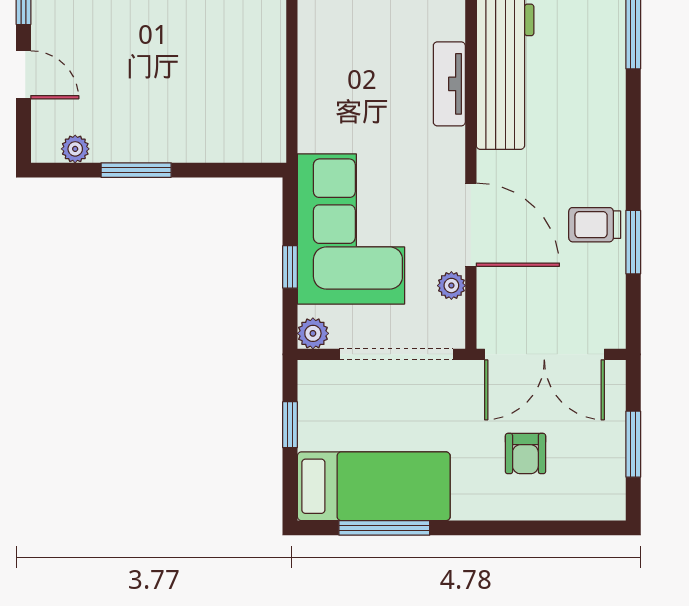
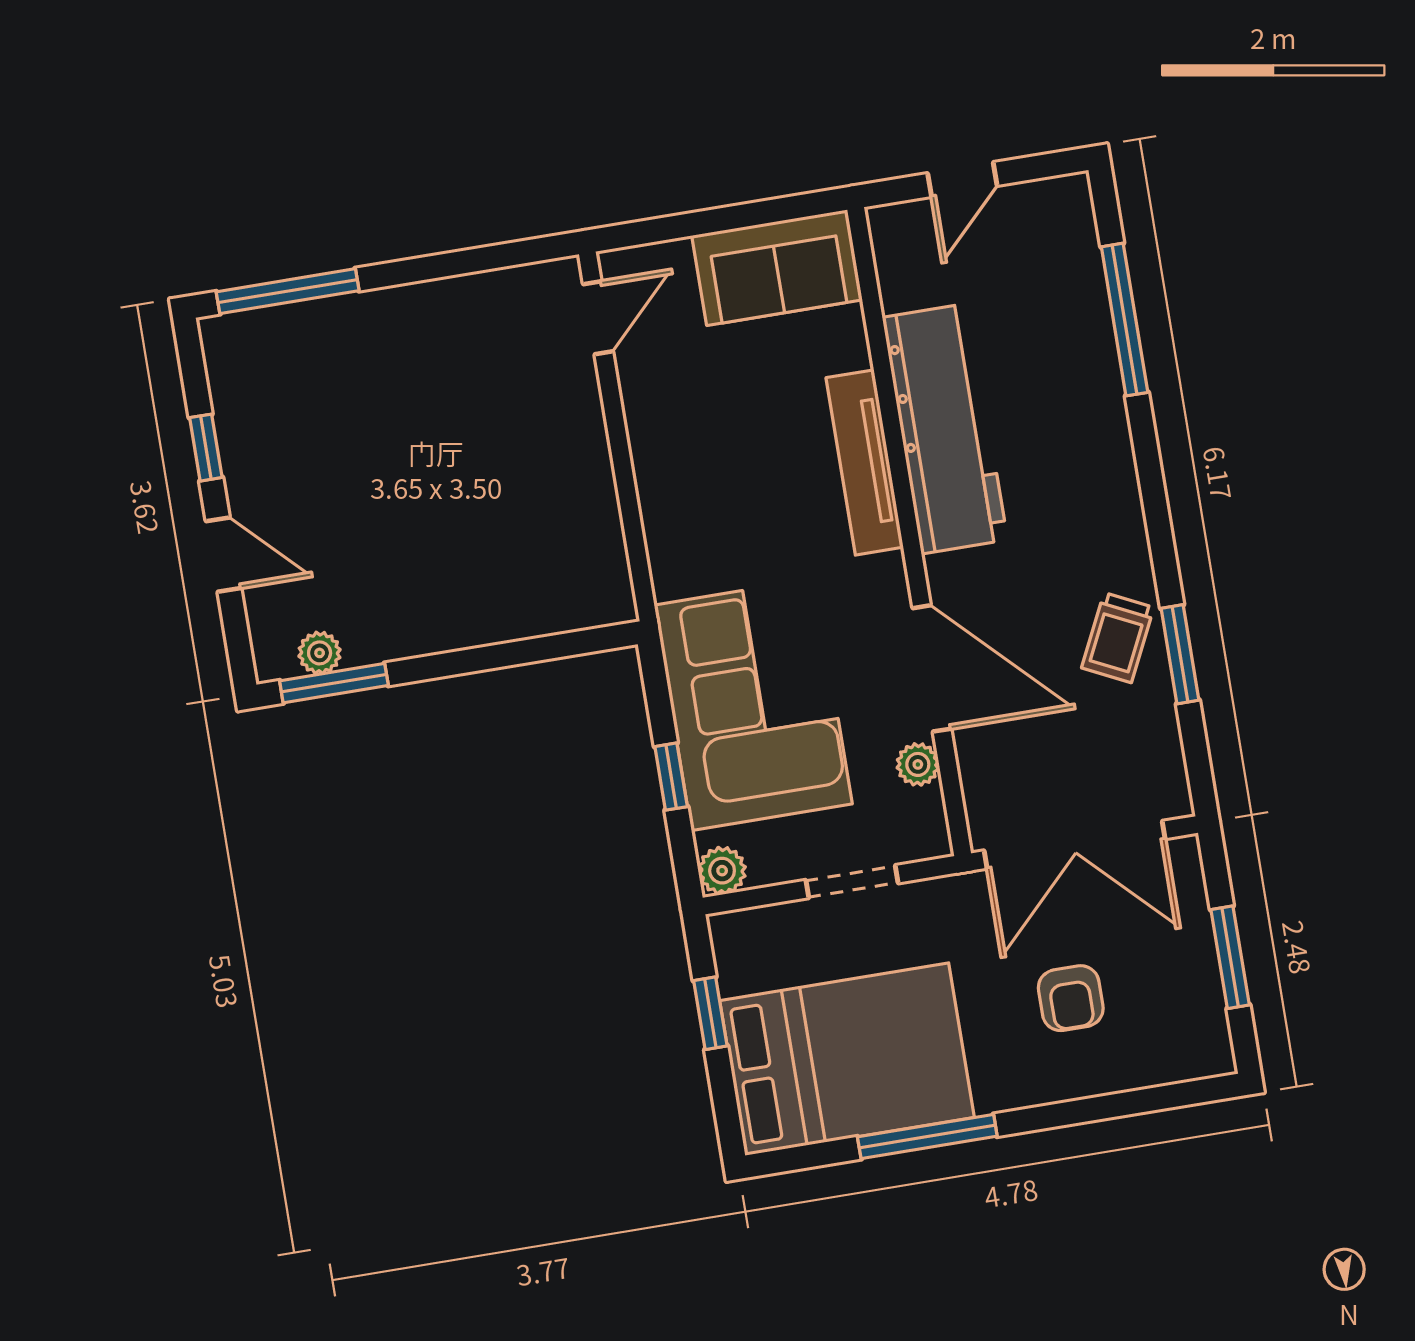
tv unit: (449, 84) -> (865, 462), width x1.41
window: (136, 170) -> (334, 683), moved
trolley: (595, 225) -> (1118, 638), turned -64
doorway: (396, 354) -> (852, 882), width x0.53
bed: (374, 486) -> (847, 1059), width x1.50
window: (384, 528) -> (927, 1136), moved

